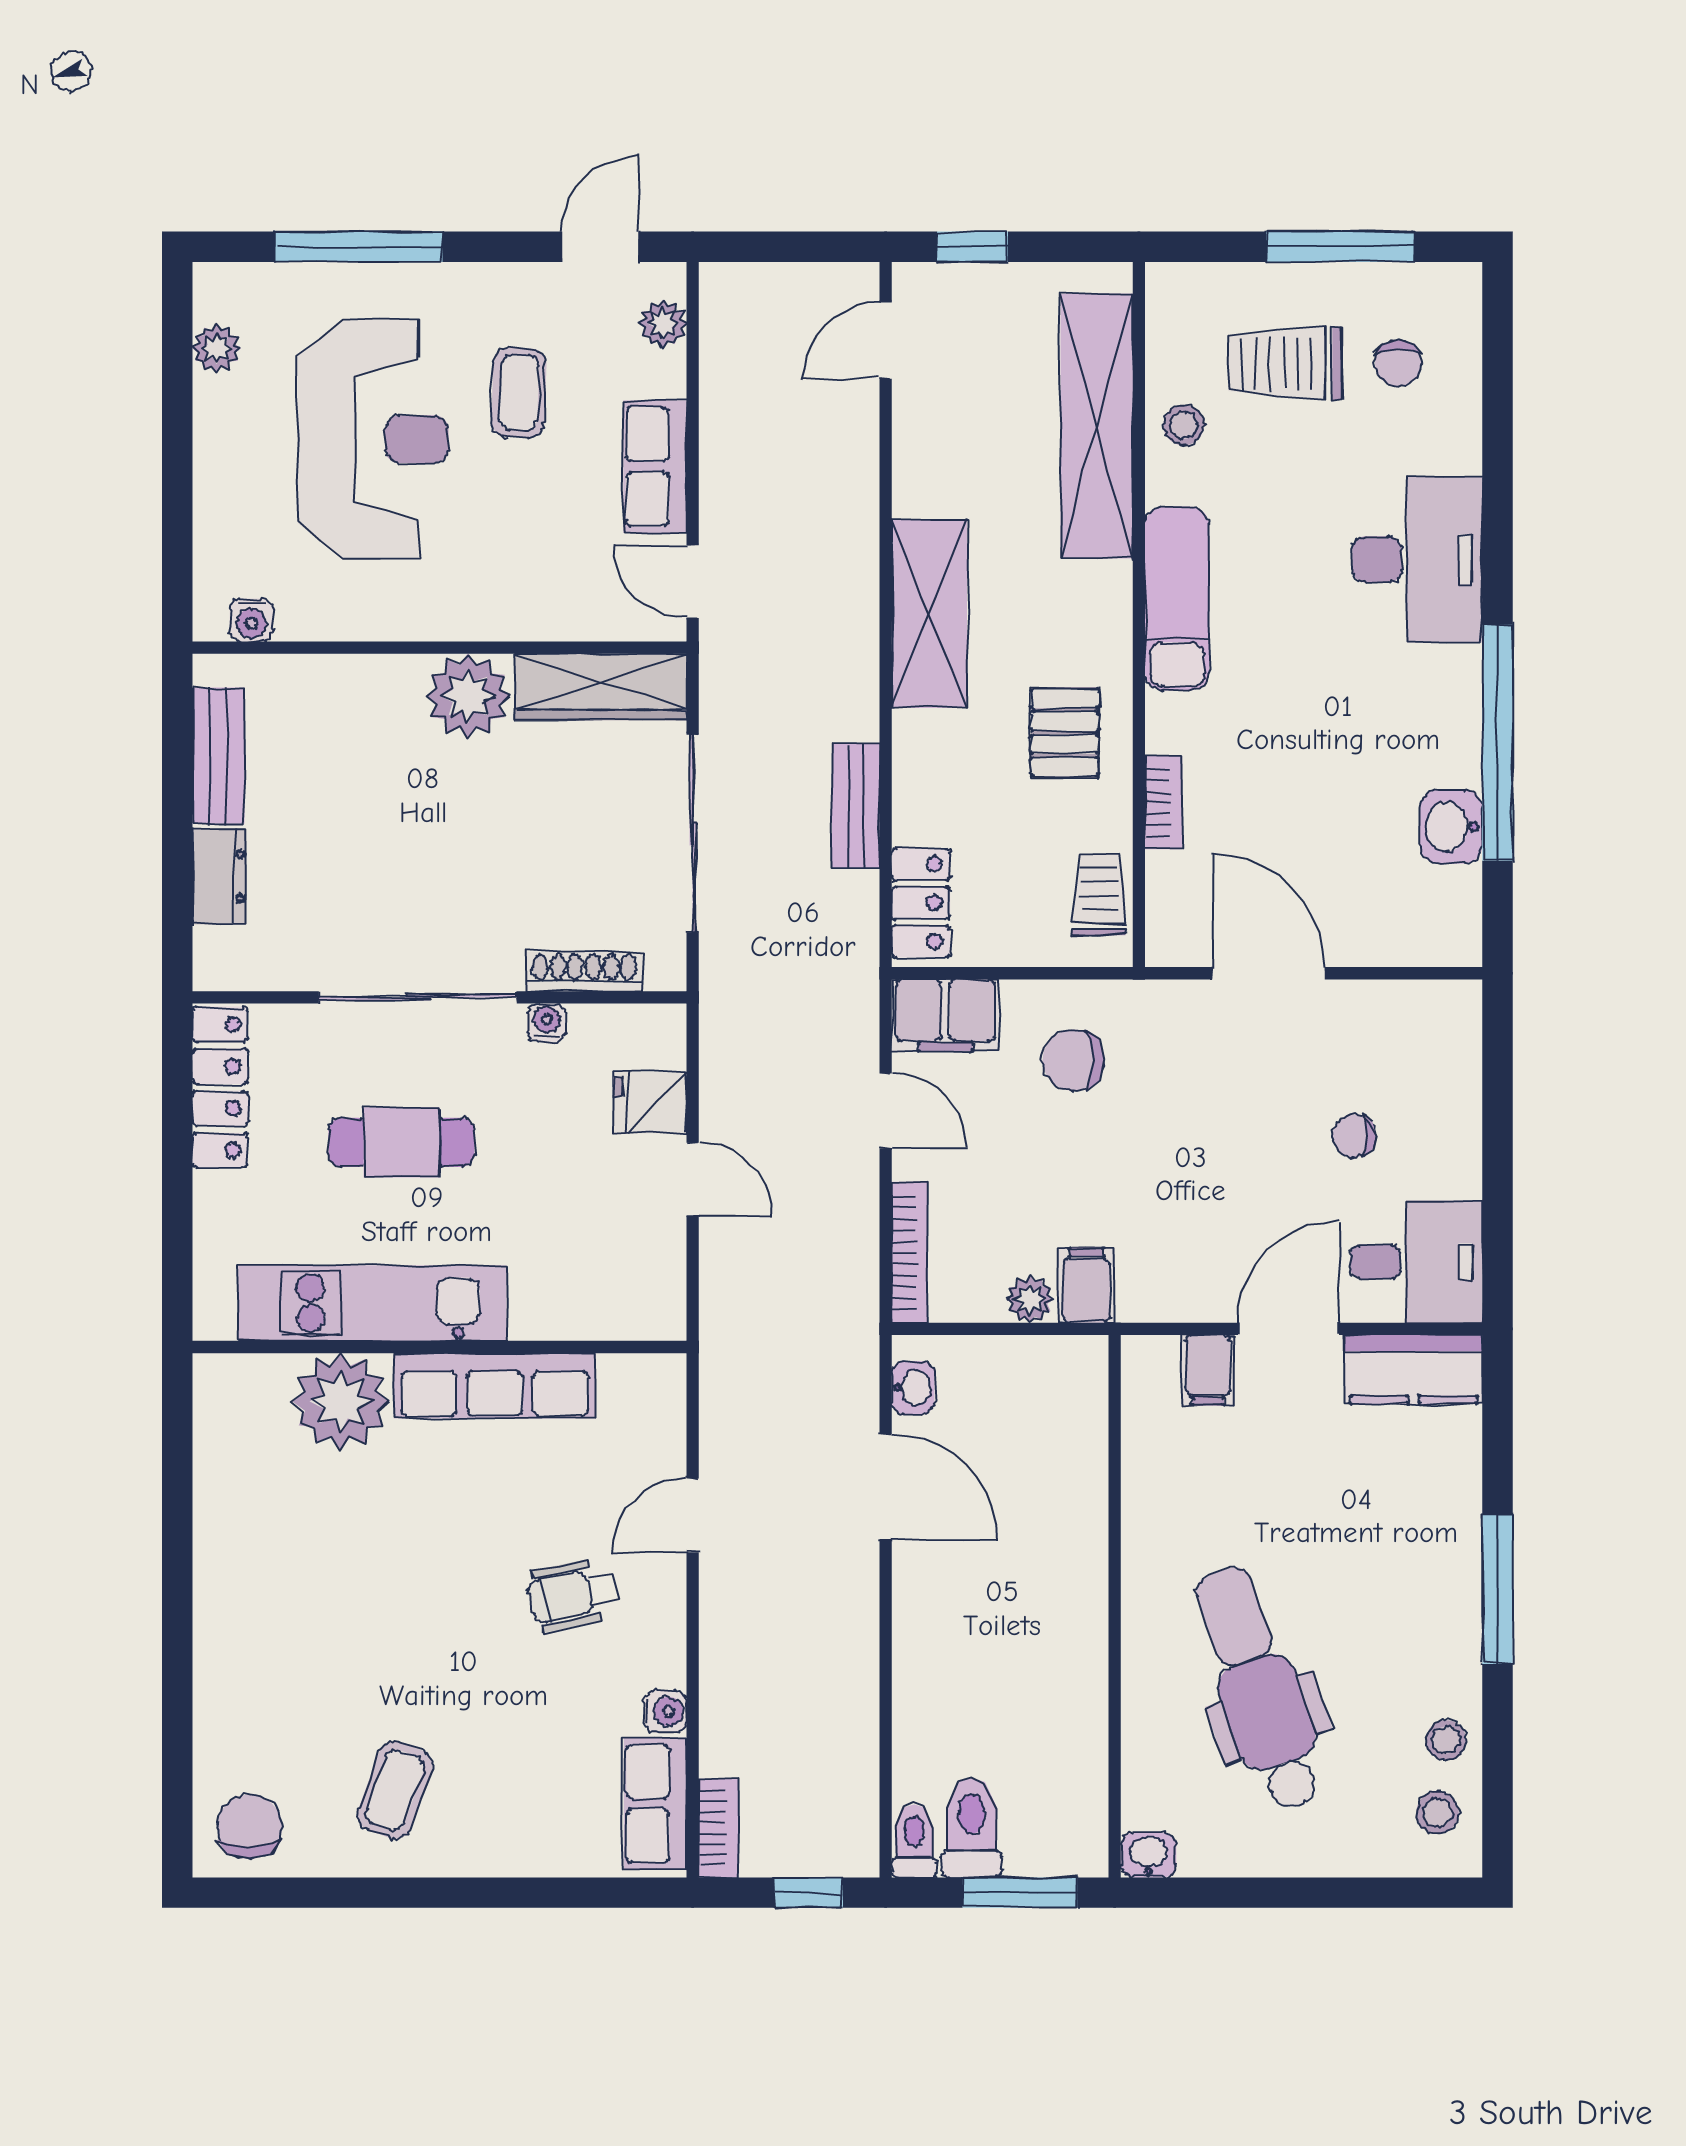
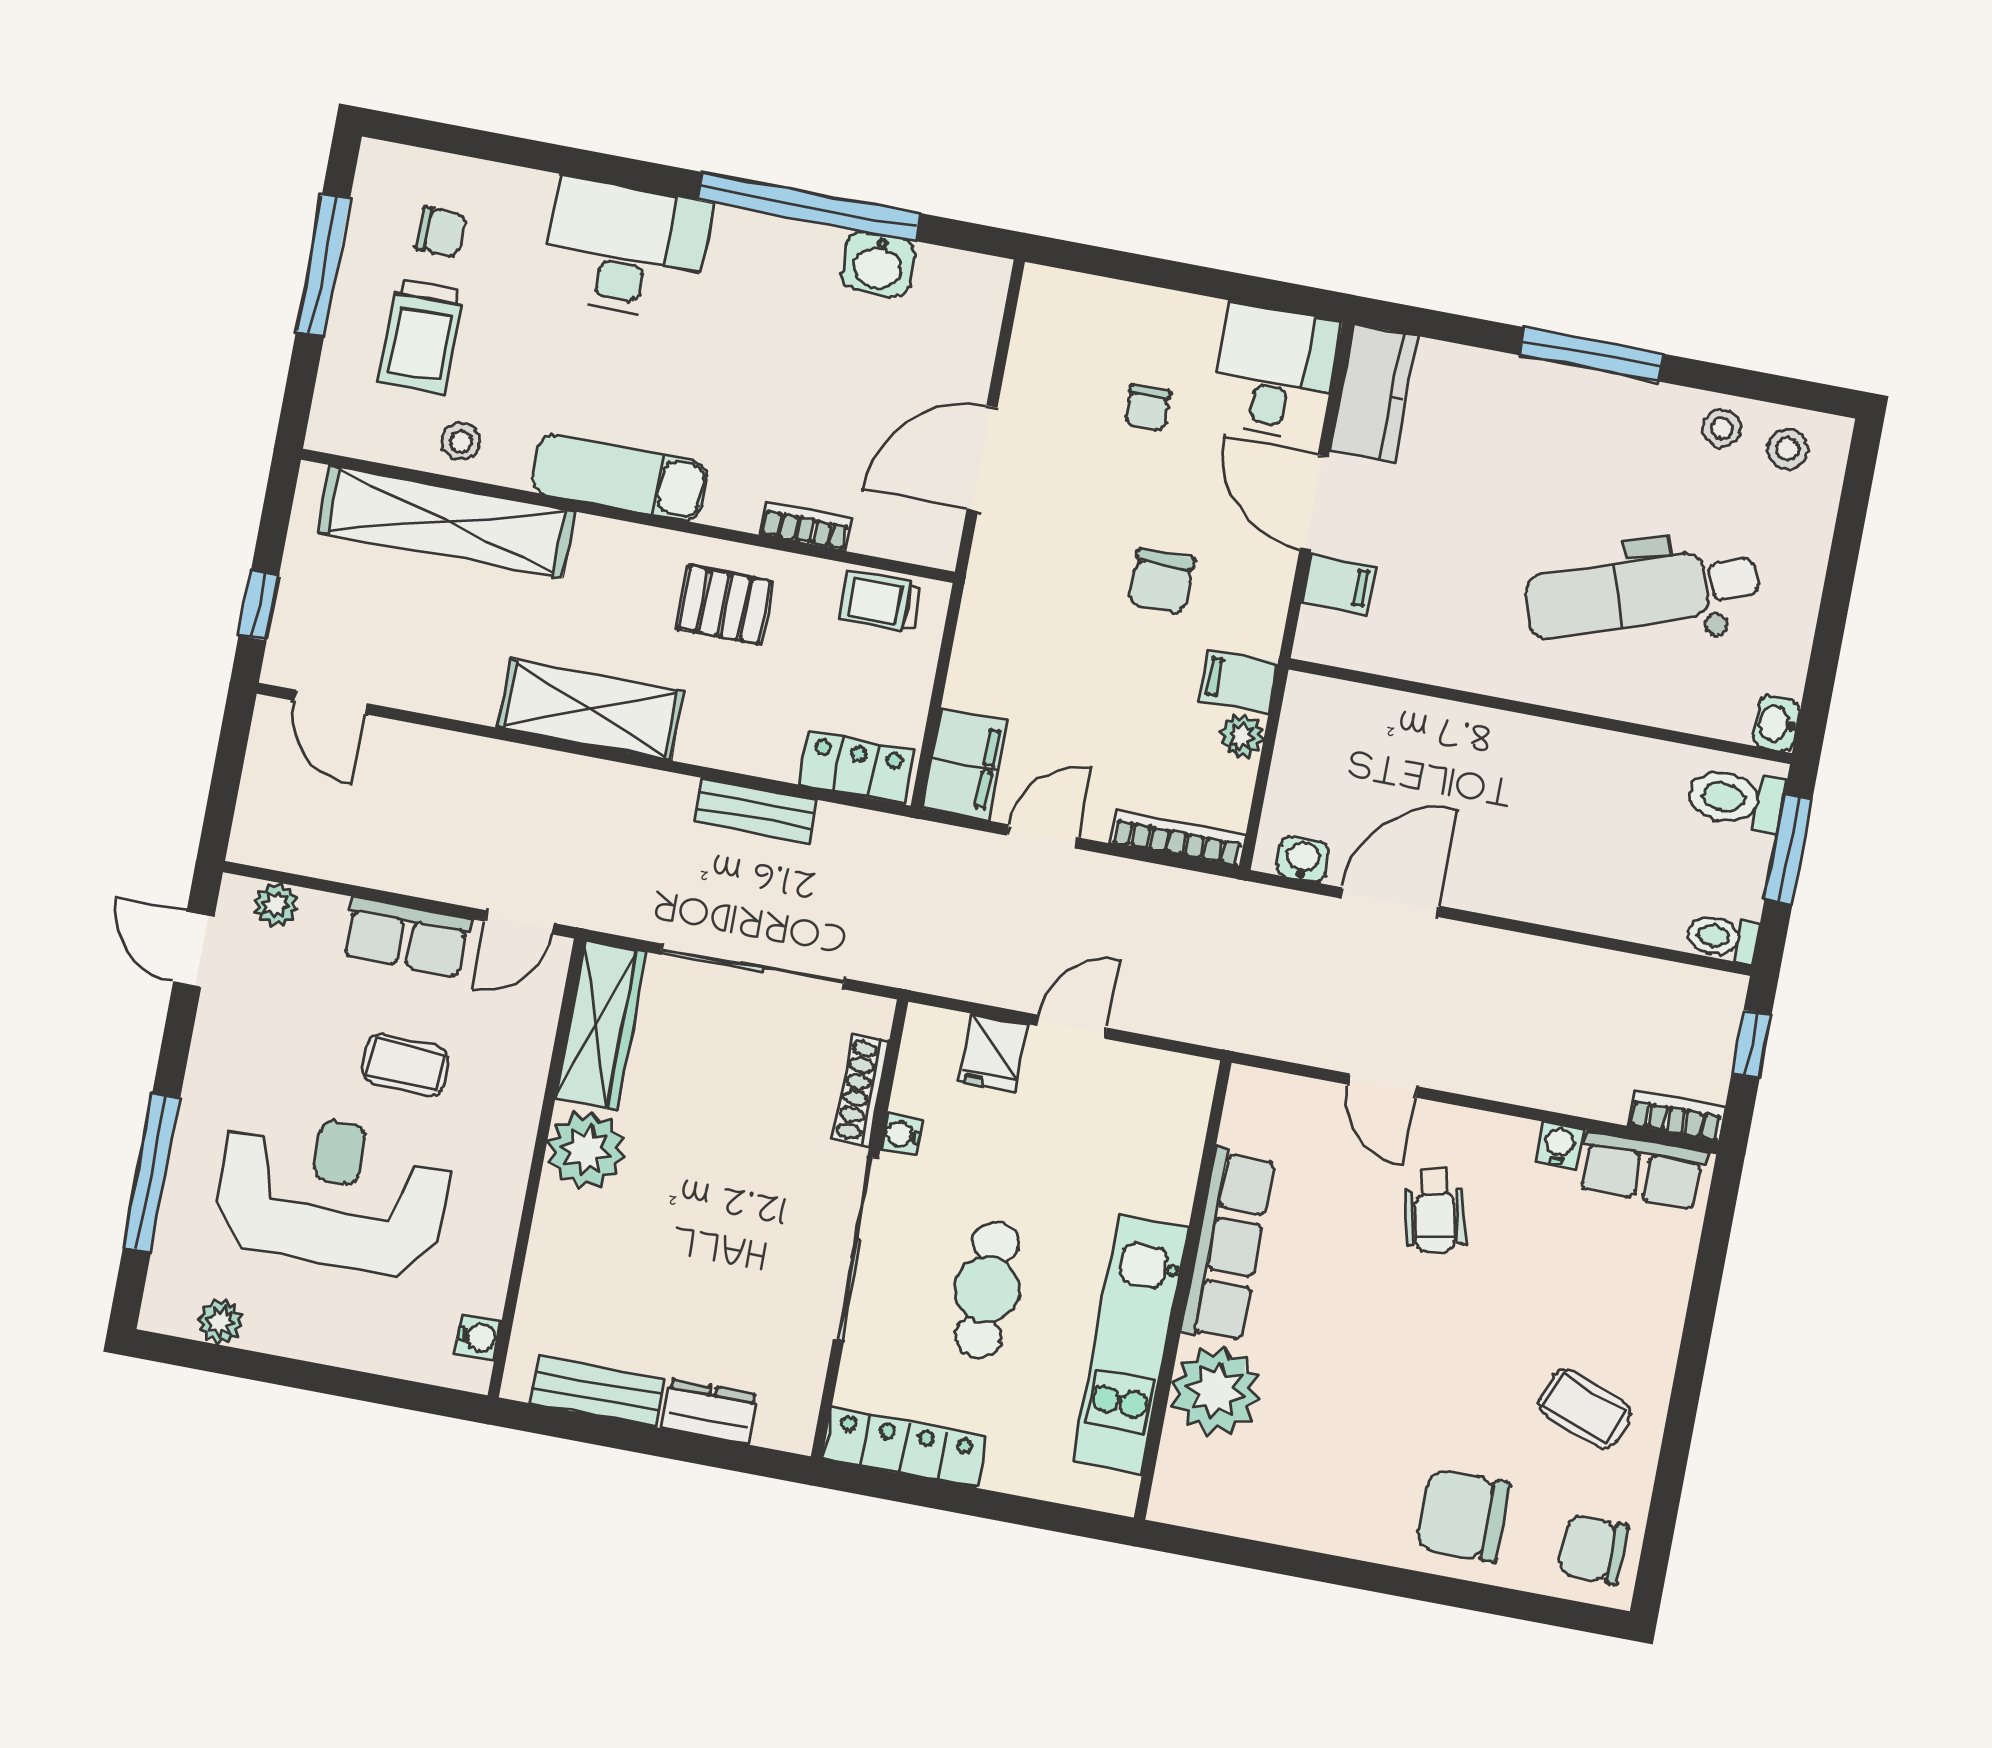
coffee table: (519, 393) -> (406, 1065), moved
chair: (1073, 1060) -> (1162, 582), moved
chair: (259, 1684) -> (1463, 1516), added
toilet: (972, 1828) -> (1736, 799), moved

